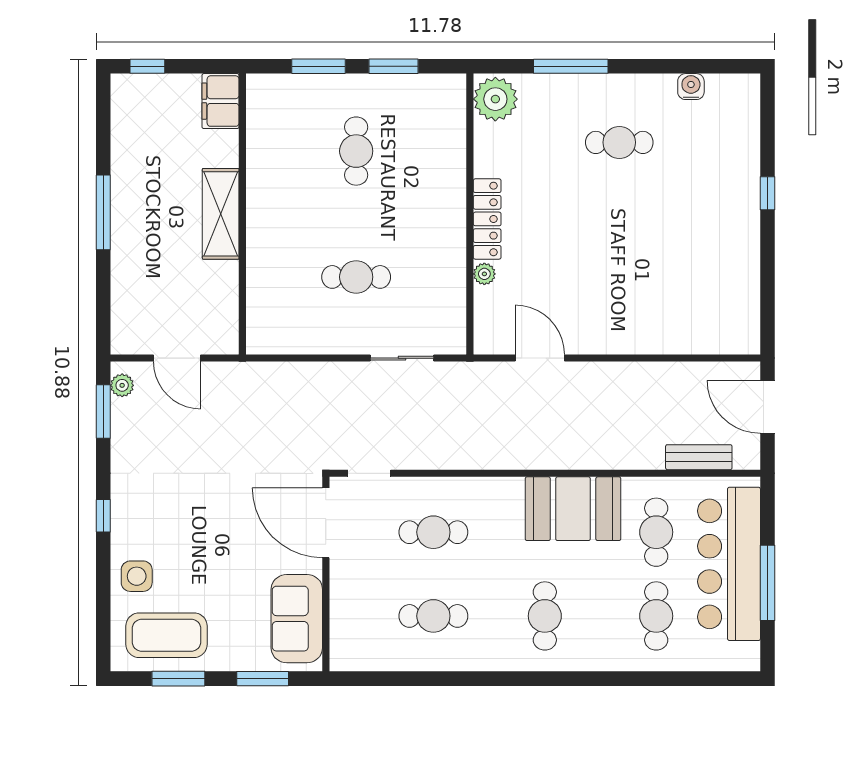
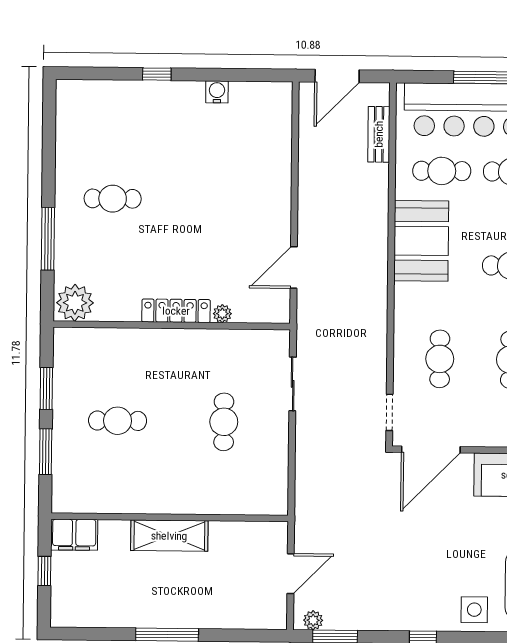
window: (147, 66) -> (44, 571), moved
water cooler: (691, 87) -> (217, 92), moved, turned 90
cafe table: (619, 142) -> (113, 199), turned 90

